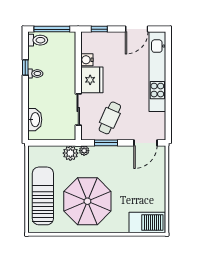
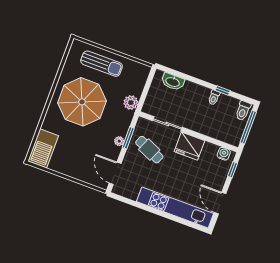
water cooler: (87, 60) -> (224, 154), moved
plant: (84, 151) -> (119, 141), moved
sun lounger: (43, 196) -> (102, 64), width x0.73, depth x0.75

